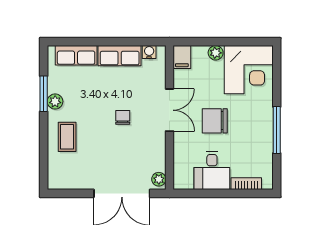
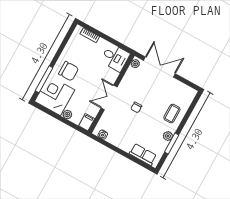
row of seats: (120, 56) -> (120, 141), removed
chair: (215, 121) -> (69, 71), moved
window: (277, 130) -> (44, 79), moved
desk: (212, 171) -> (115, 58), moved, turned 90

